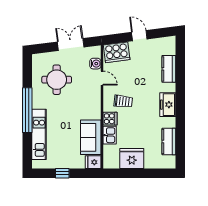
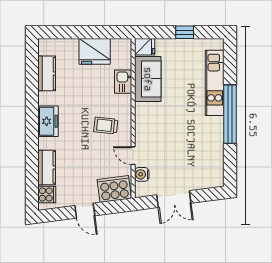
round table: (57, 80) -> (192, 153), removed
cooker: (110, 119) -> (47, 194), moved, turned 180

